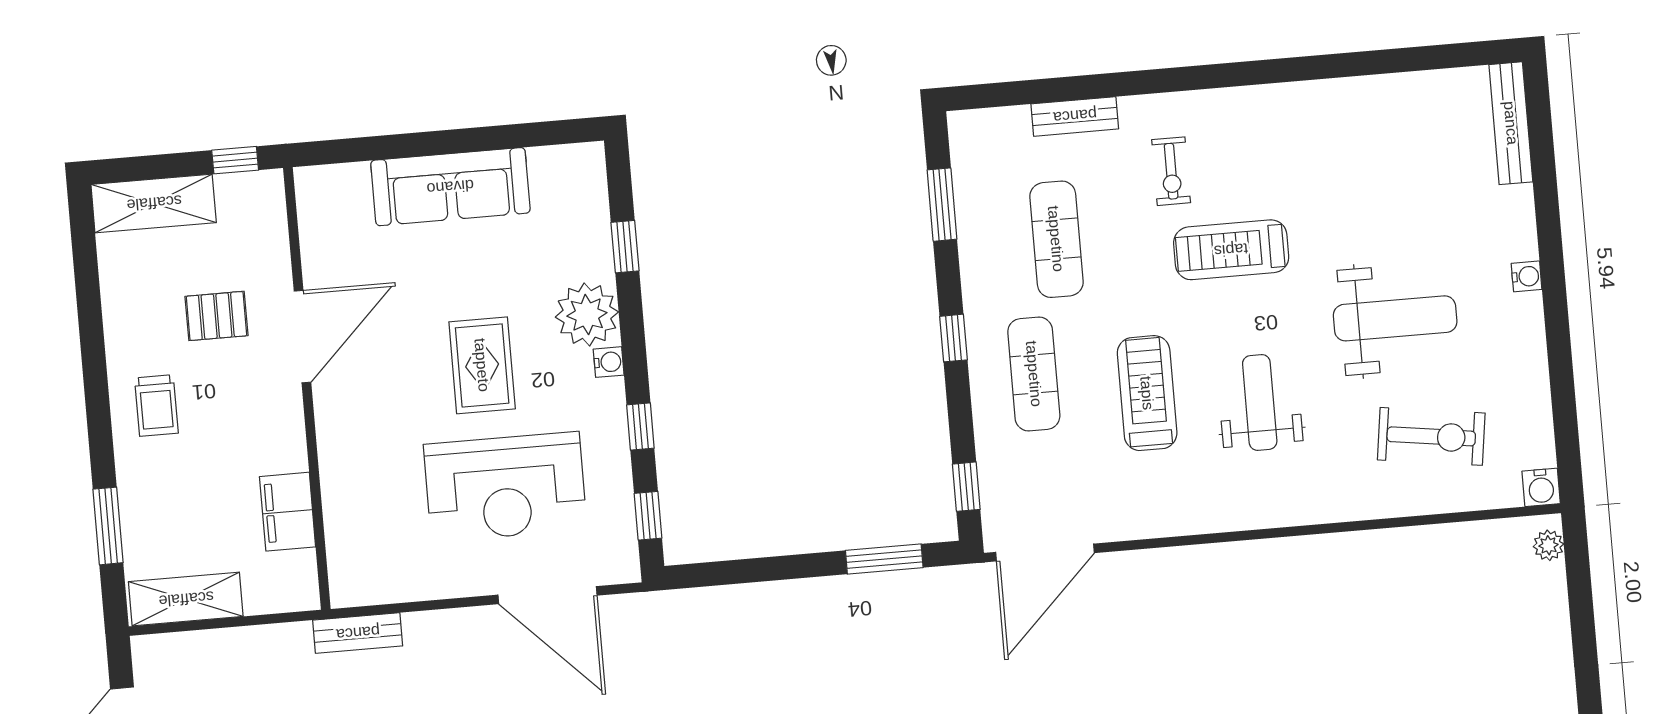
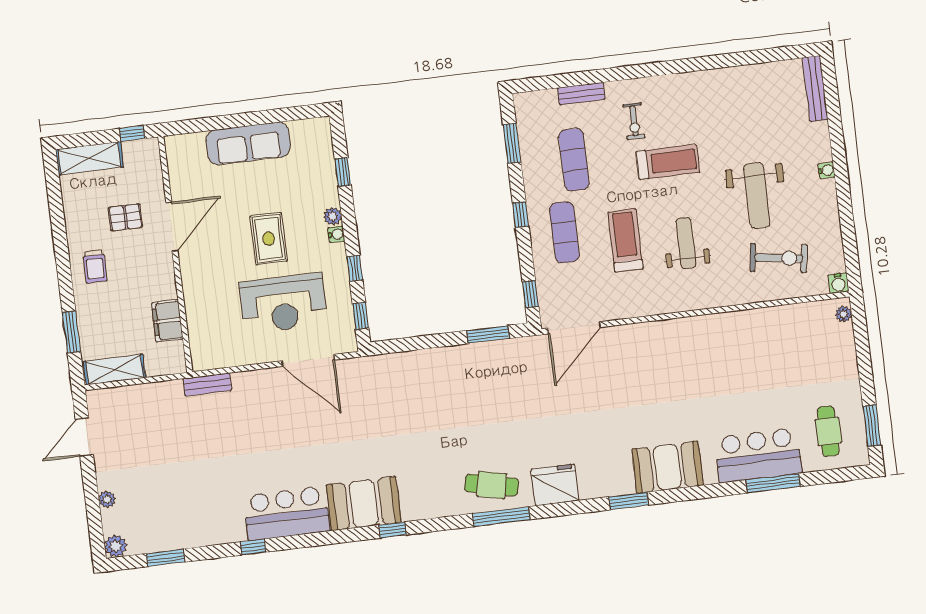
treadmill: (1231, 250) -> (668, 162), turned 180
plant: (587, 314) -> (333, 216), width x0.53, depth x0.53
weight bench: (1395, 318) -> (757, 195), turned 90

